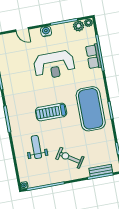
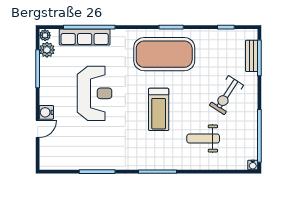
water cooler: (46, 31) -> (46, 112), moved
row of seats: (93, 56) -> (85, 37), width x1.48

